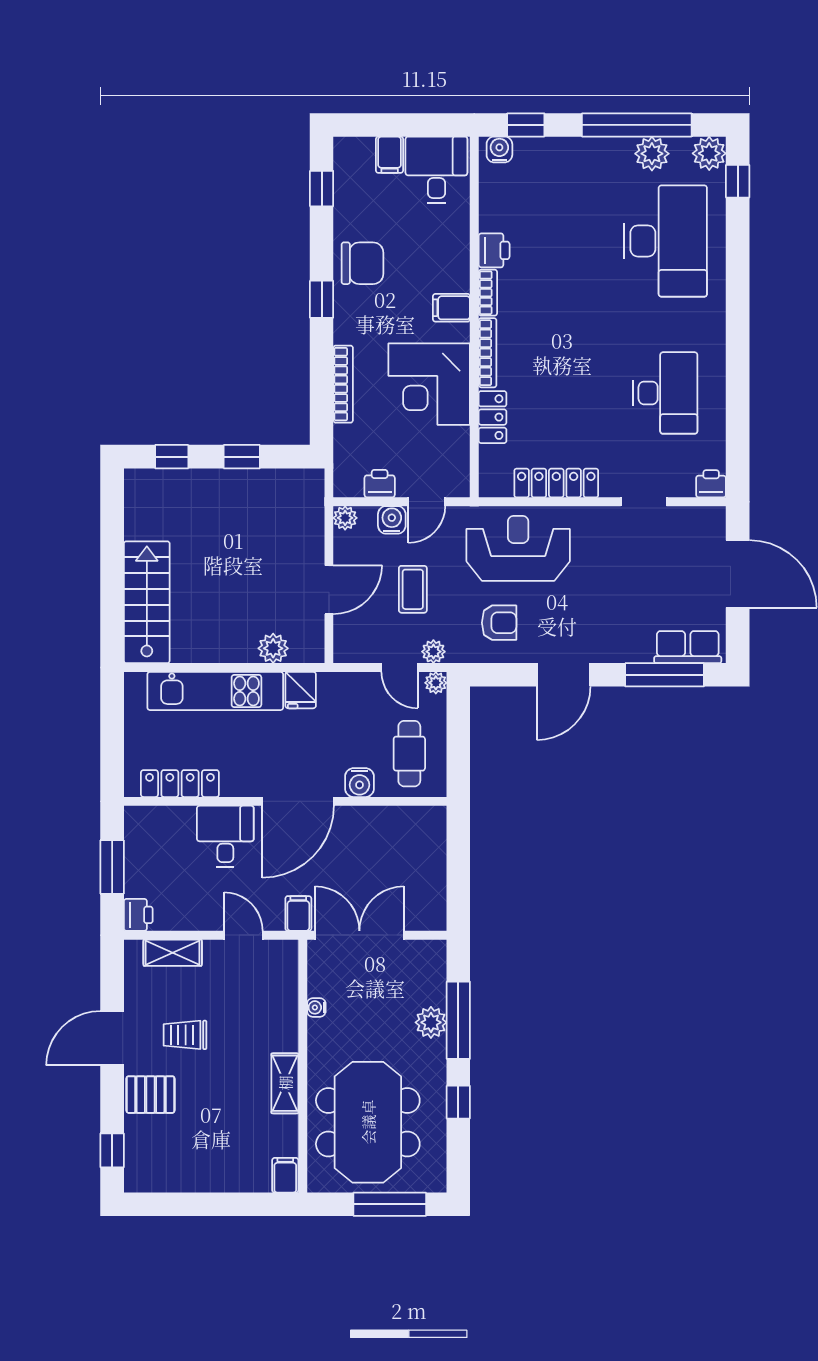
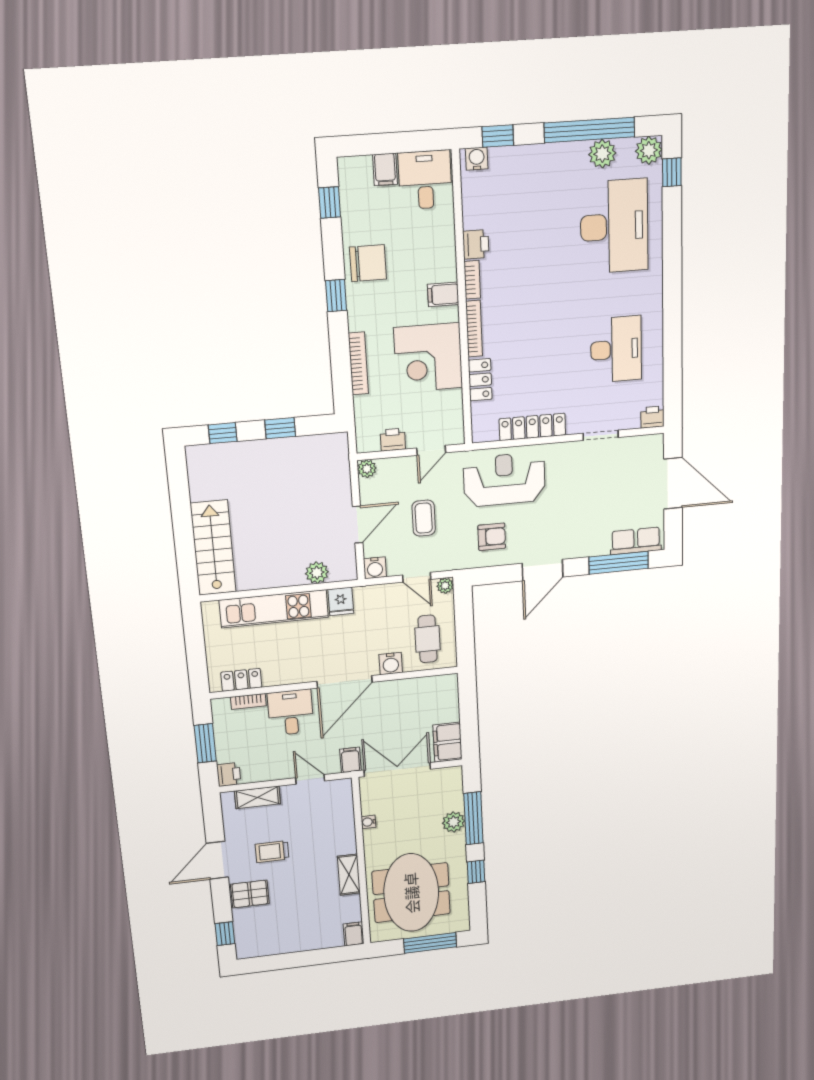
water cooler: (392, 520) -> (375, 568), moved, turned 180
plant: (433, 652) -> (442, 563), removed
locker: (180, 784) -> (241, 680), width x0.66
bookcase: (172, 815) -> (248, 701), added
filing cabinet: (428, 903) -> (447, 742), added

